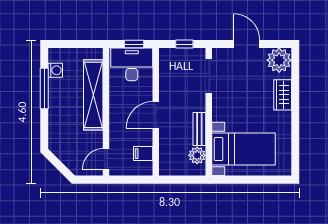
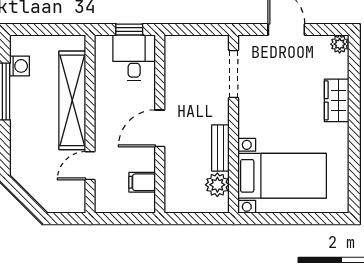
window: (184, 44) -> (200, 29), removed
plant: (279, 60) -> (340, 44), width x0.53, depth x0.53
desk: (132, 64) -> (134, 58), width x0.73
door: (106, 159) -> (90, 166), moved

